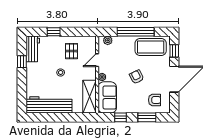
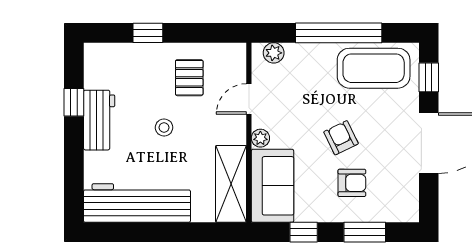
workbench: (33, 49) -> (99, 120), moved
armchair: (155, 100) -> (352, 183), moved

